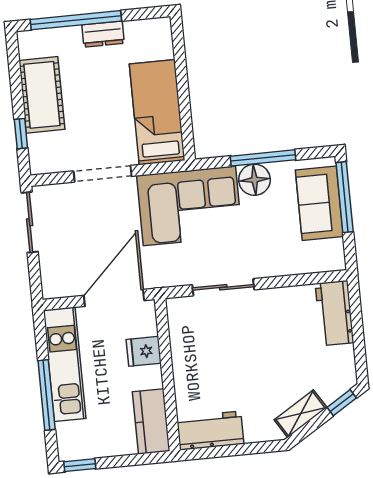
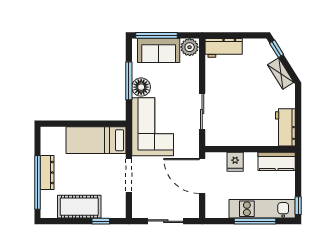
dresser: (103, 34) -> (47, 173), width x1.44
sliding door: (30, 222) -> (166, 221), moved
plant: (330, 255) -> (190, 47), added
kitchen unit: (65, 364) -> (262, 209), moved

